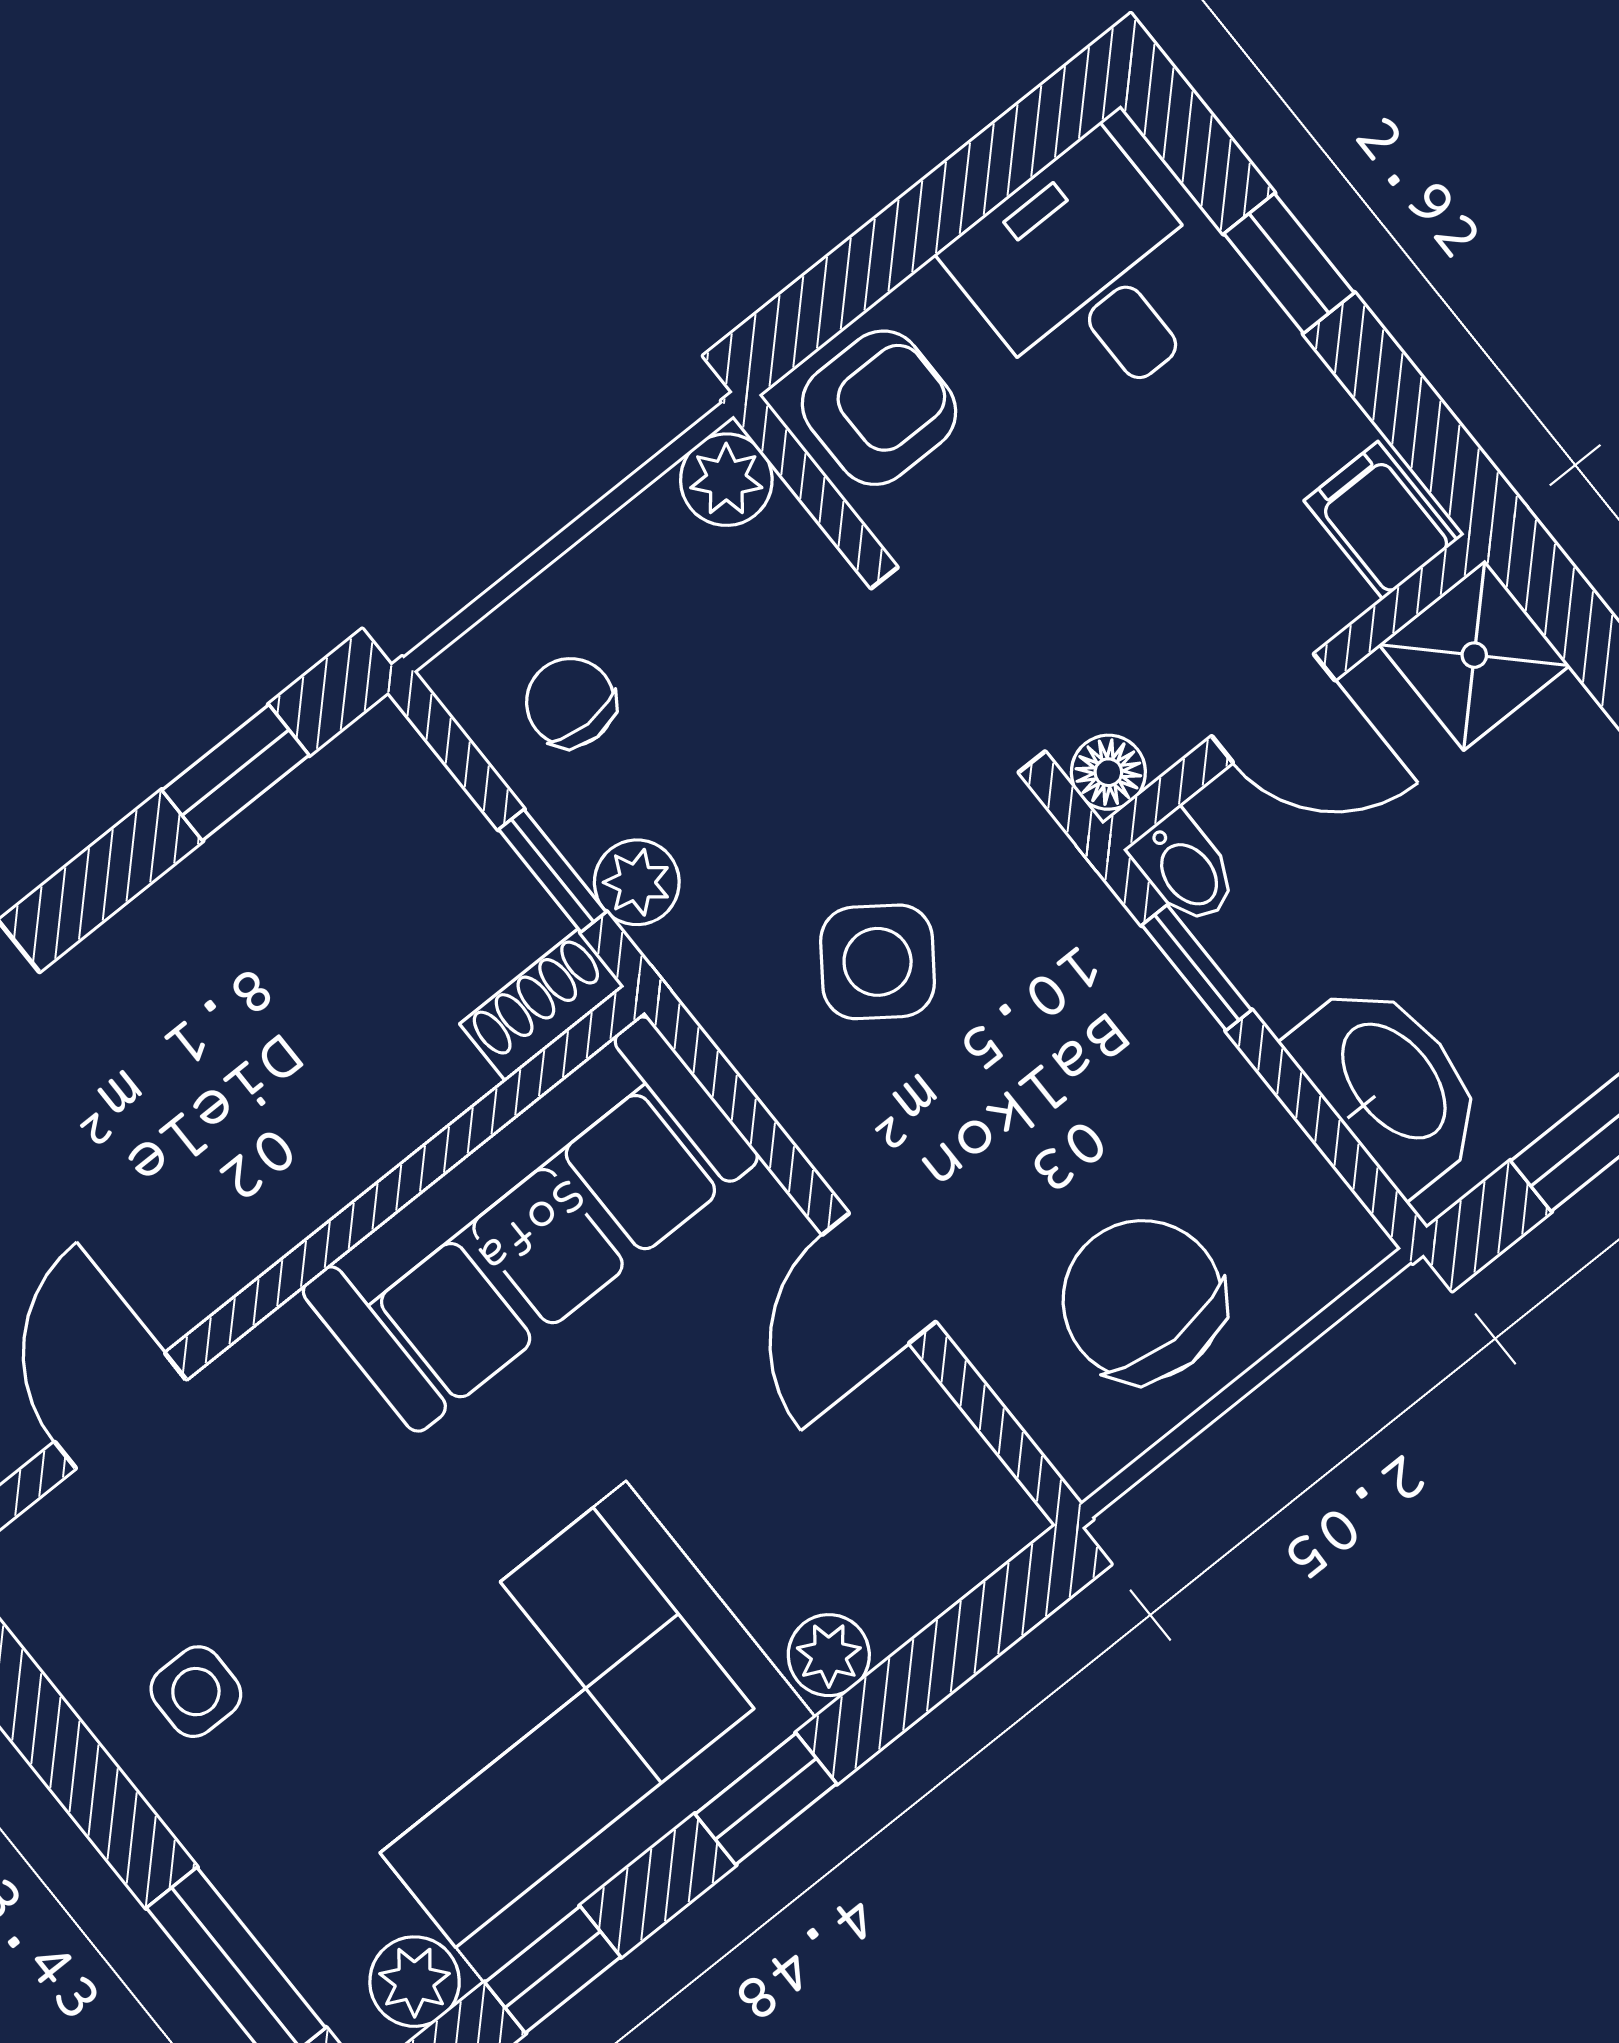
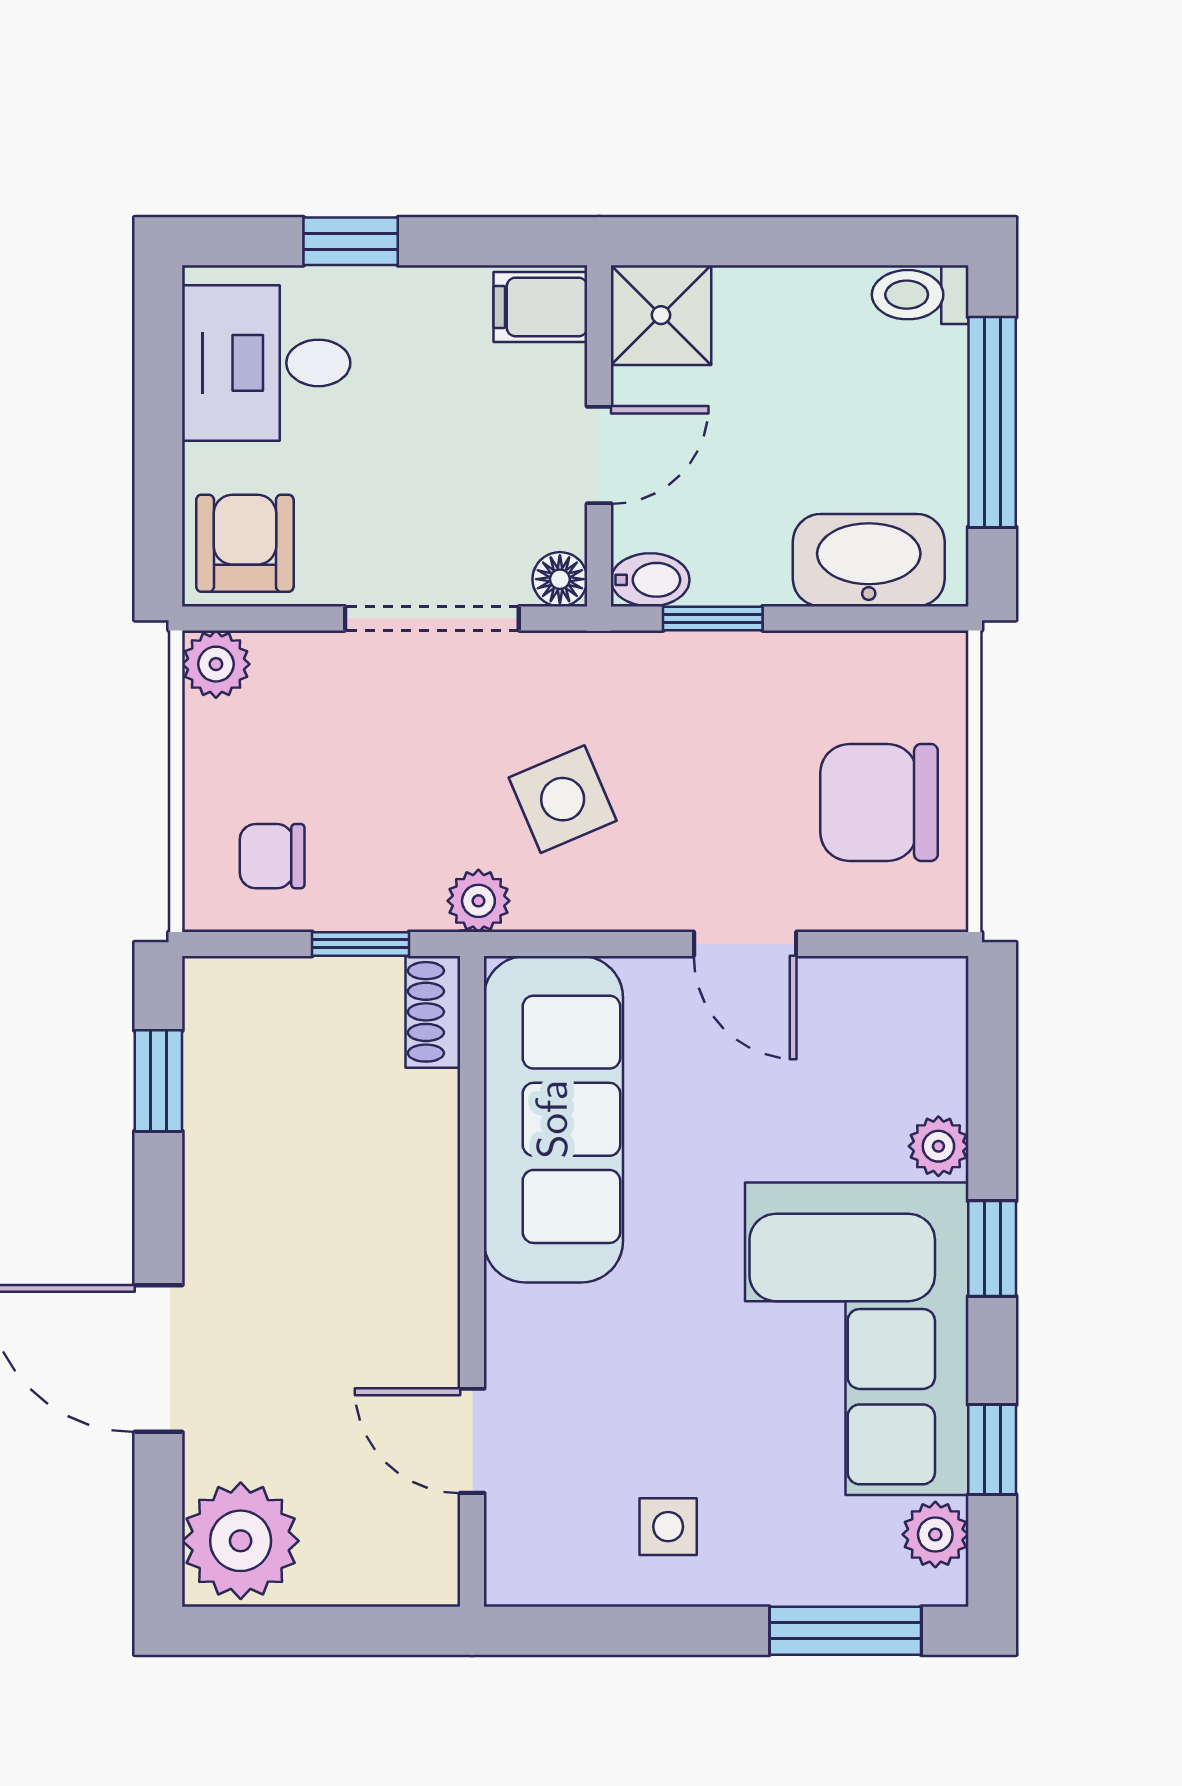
plant: (637, 882) -> (478, 901), moved
side table: (878, 962) -> (563, 799), turned 31

